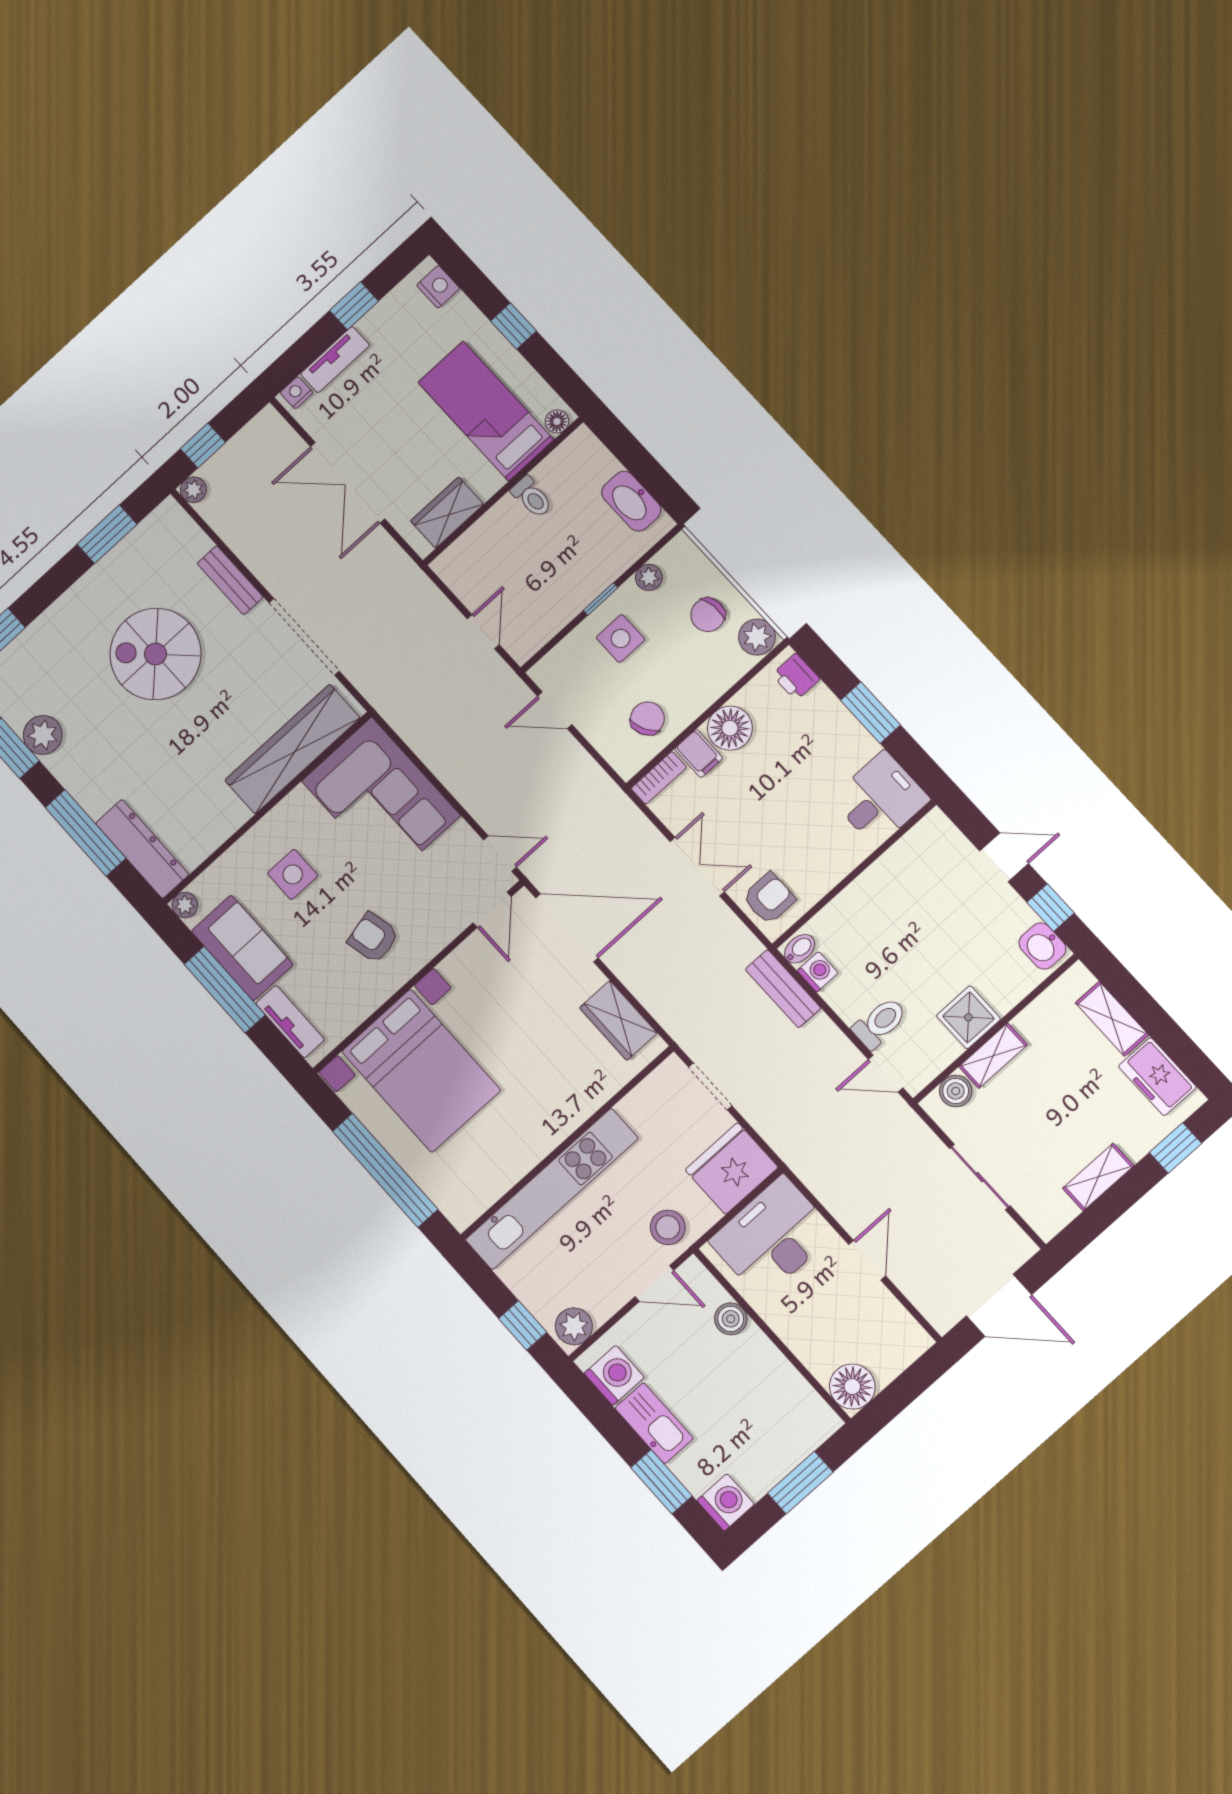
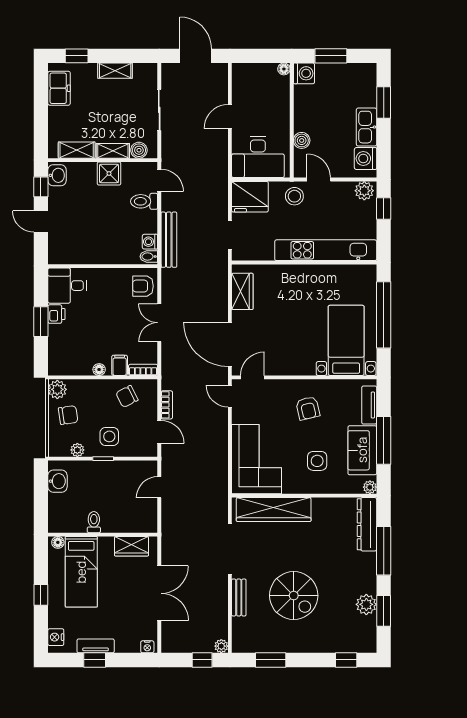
tv unit: (335, 360) -> (96, 646), moved
washbasin: (631, 501) -> (57, 481), width x0.72
printer: (796, 677) -> (56, 314), moved
floor lamp: (730, 728) -> (99, 370), width x0.53, depth x0.53
bookcase: (579, 759) -> (167, 405), added
bench: (783, 989) -> (169, 240), width x1.36
shelving: (1112, 1019) -> (77, 150), moved, turned 90
bed with nightstands: (421, 1071) -> (346, 340), width x0.73
floor lamp: (852, 1387) -> (284, 69), width x0.53, depth x0.53
washing machine: (726, 1502) -> (304, 73), moved, turned 180

